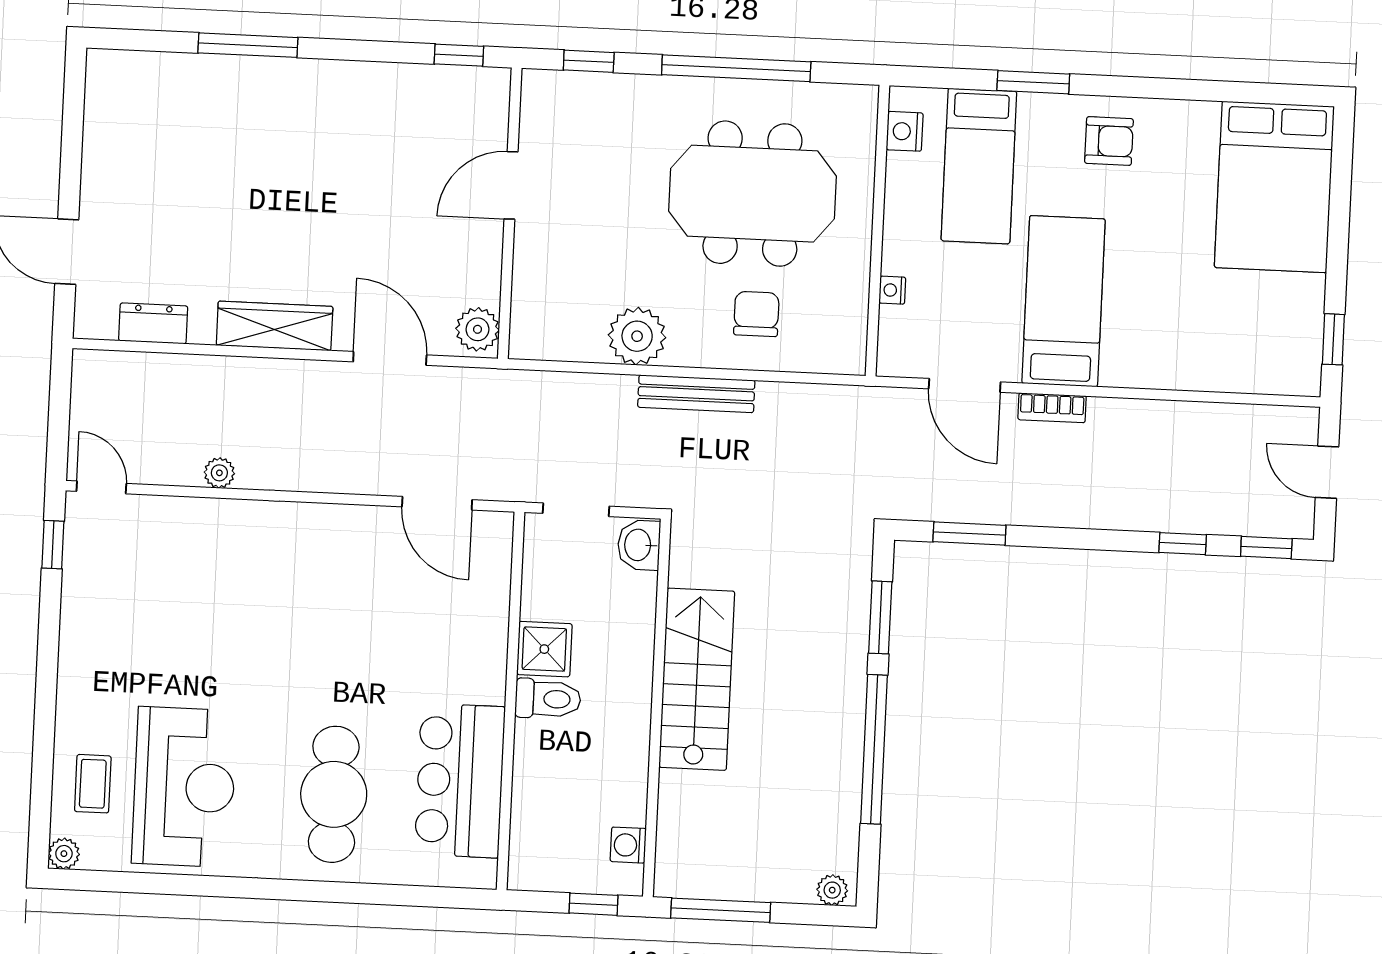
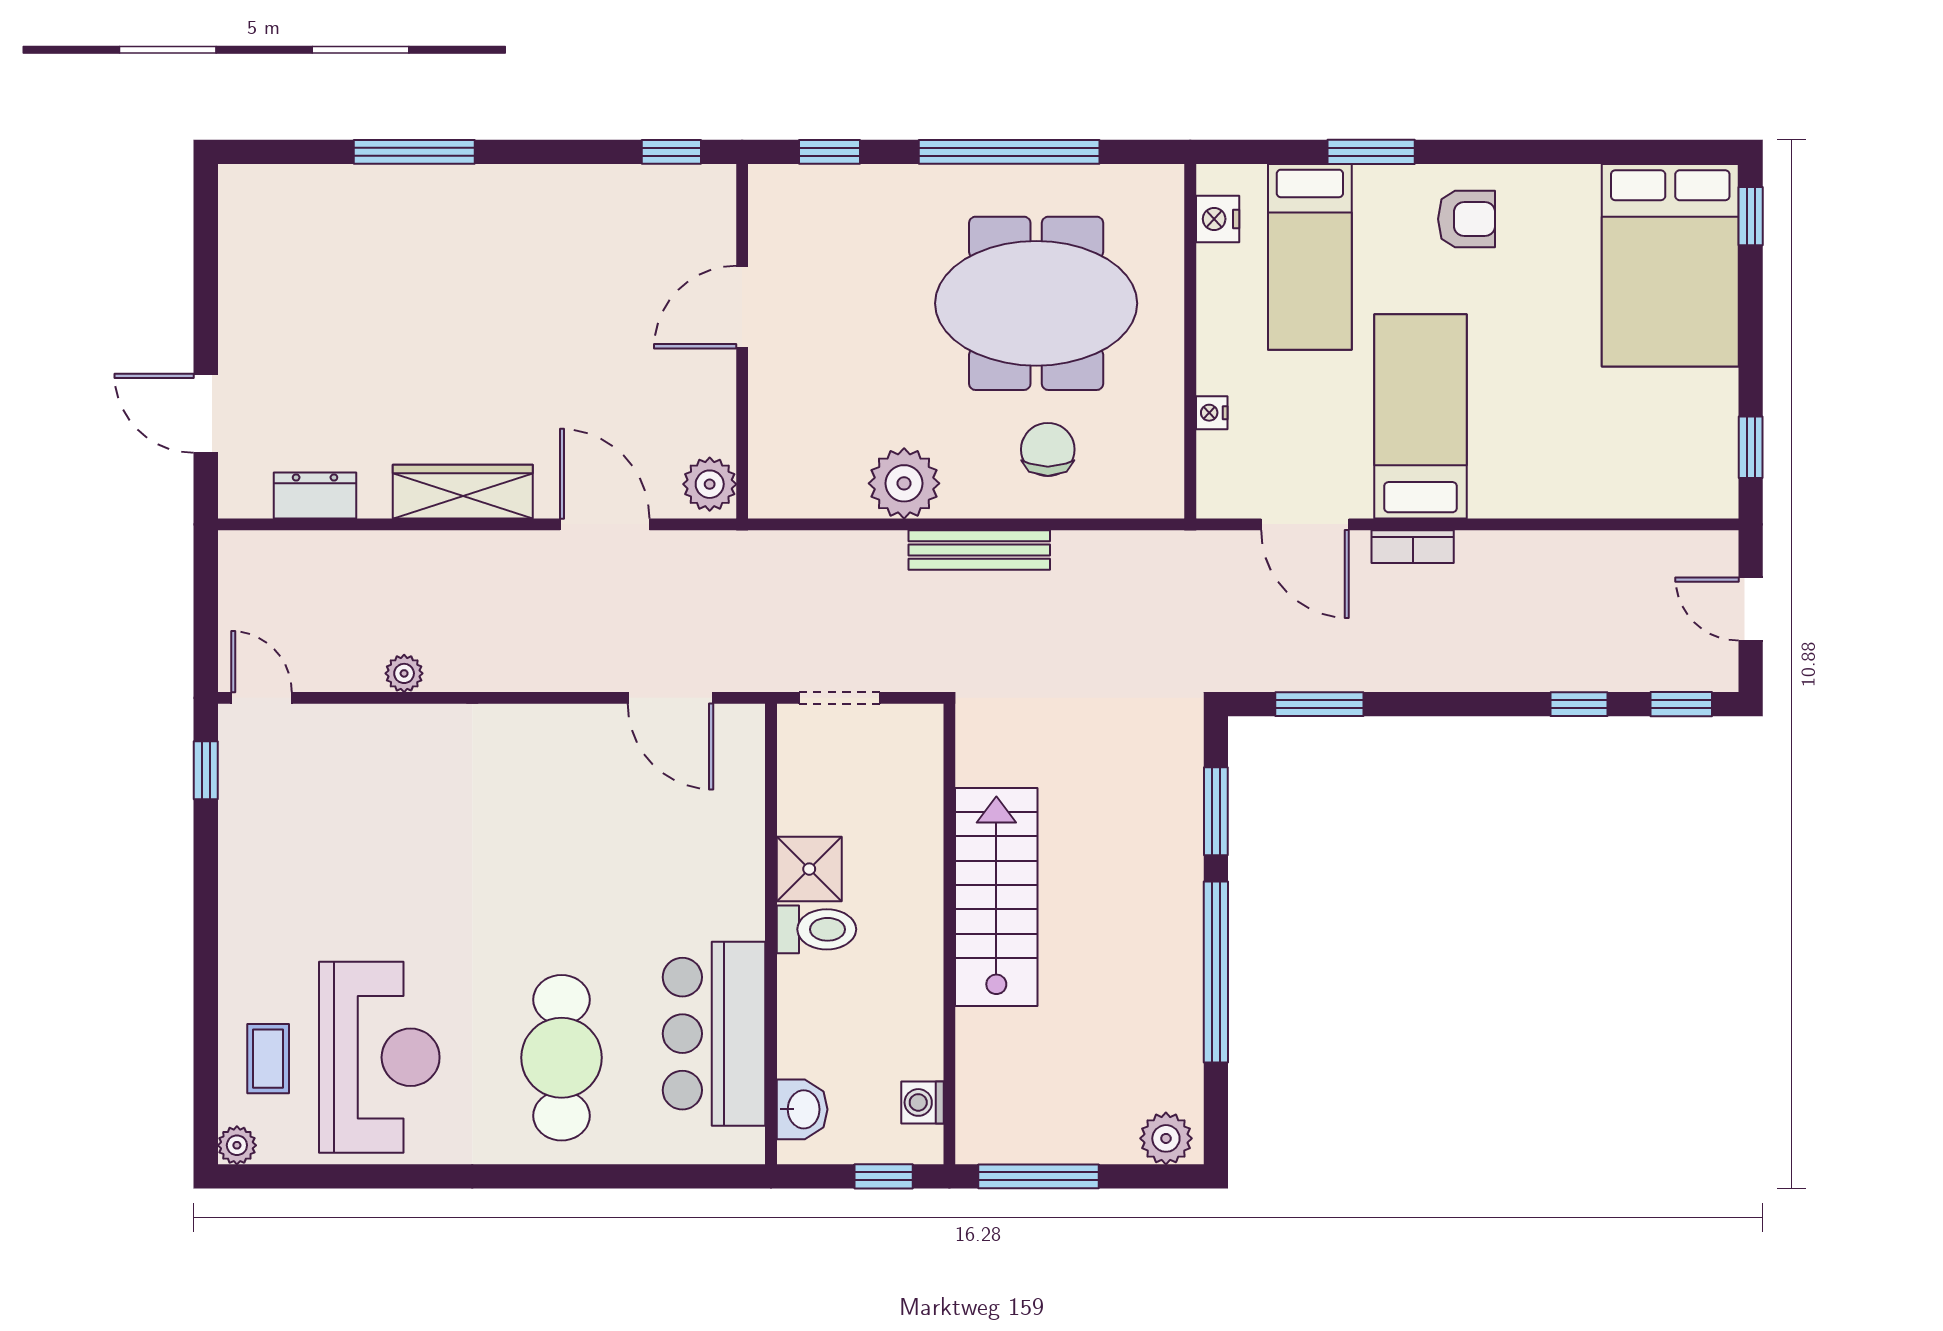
window: (1342, 150) -> (1751, 216), added
washbasin: (639, 545) -> (802, 1109), moved, turned 180
plant: (832, 890) -> (1166, 1138), width x1.38, depth x1.38

